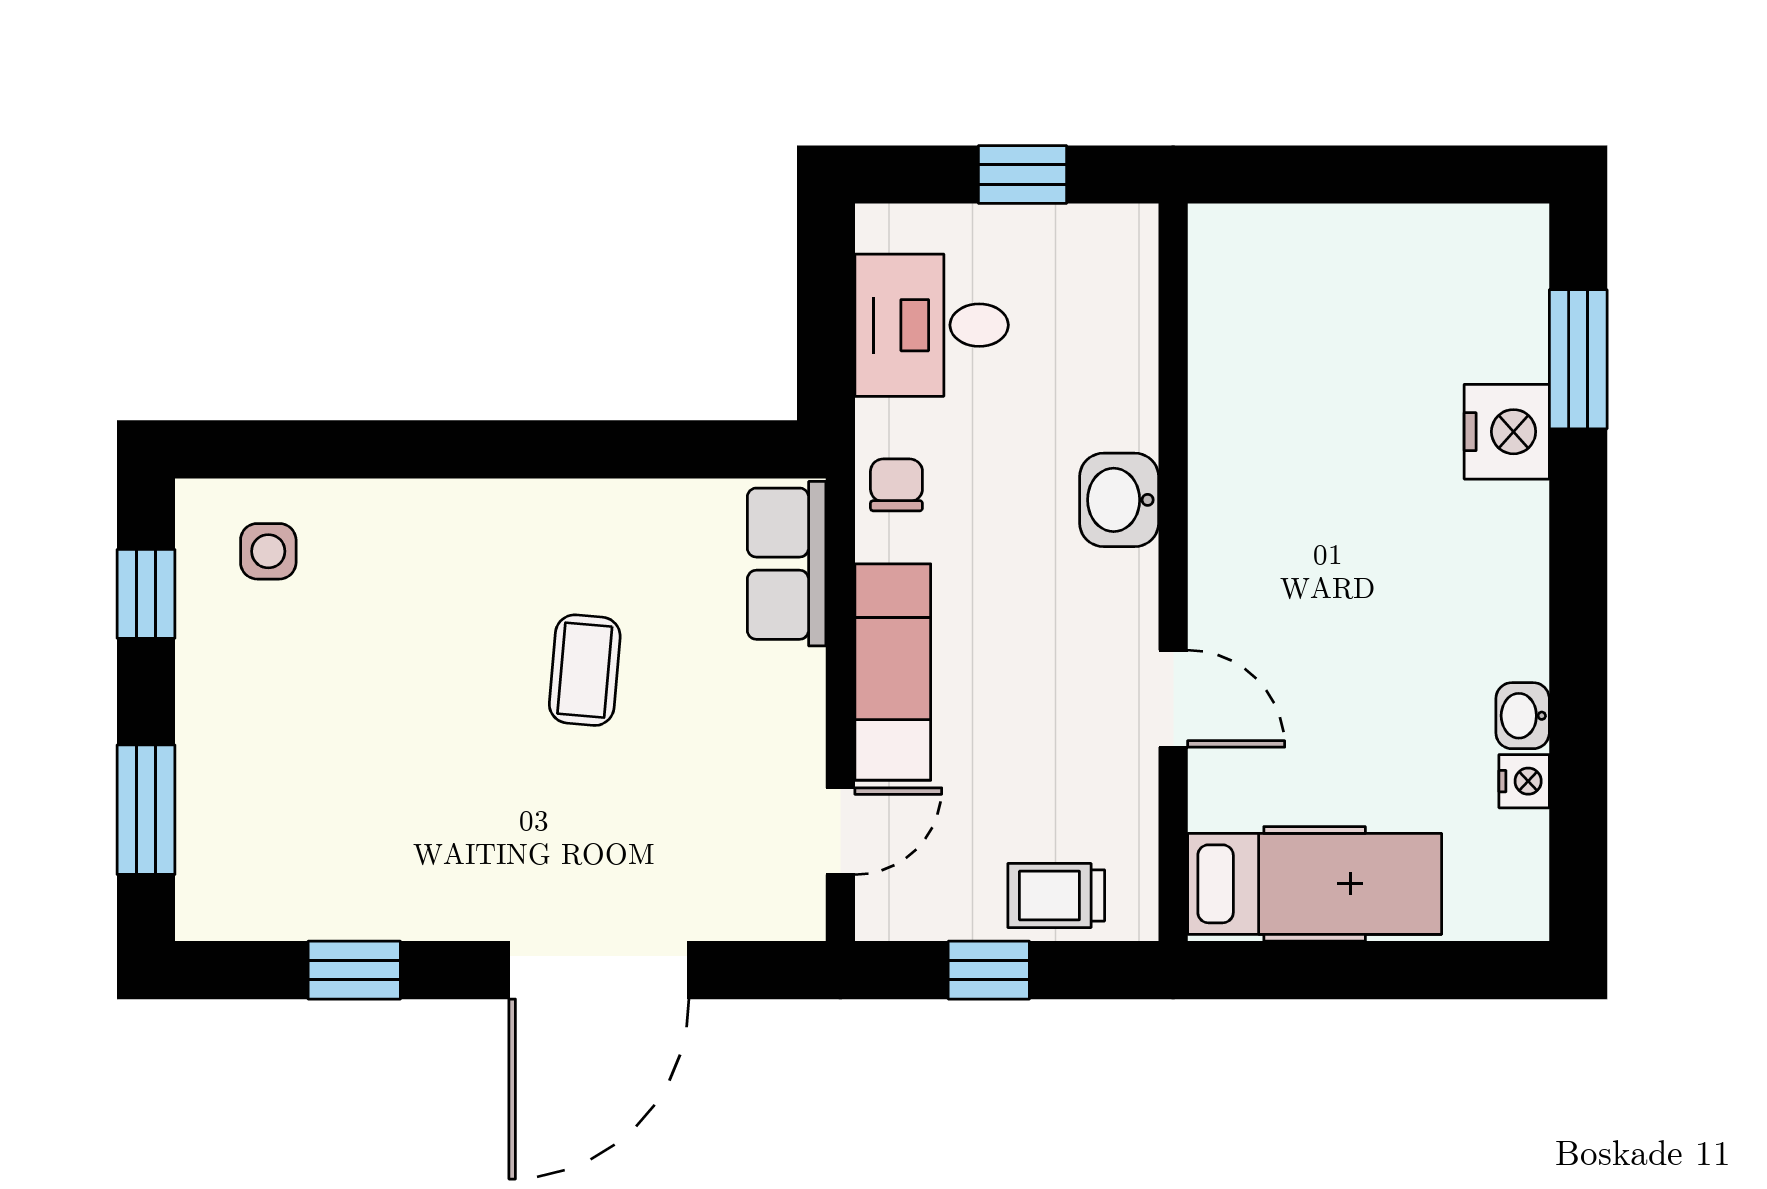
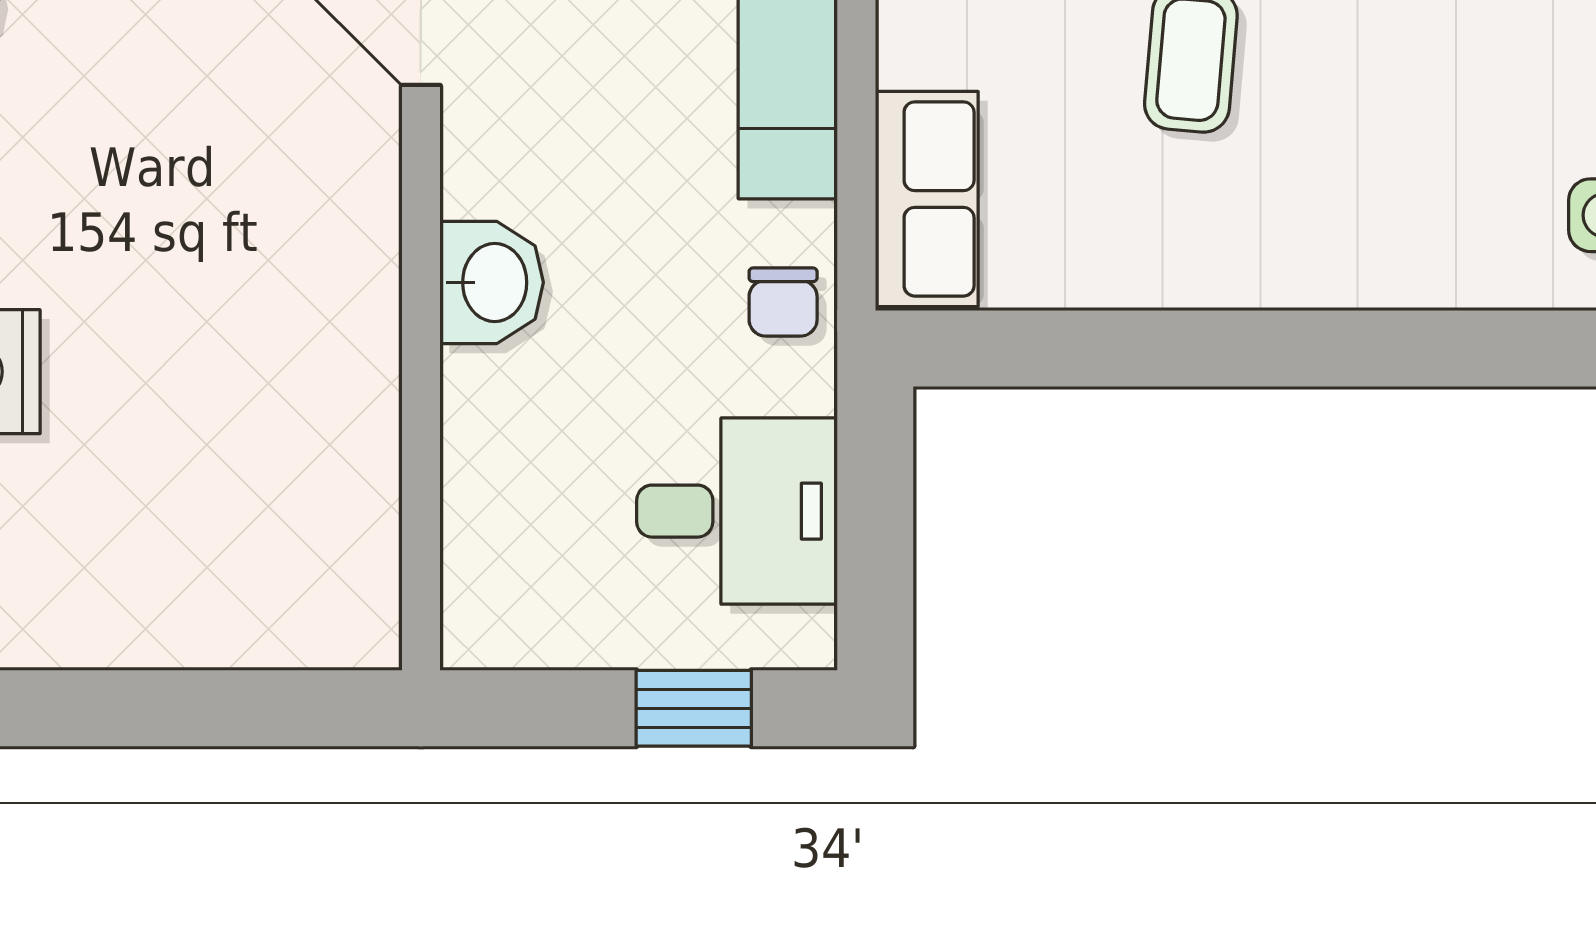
window: (1023, 174) -> (694, 708), moved

